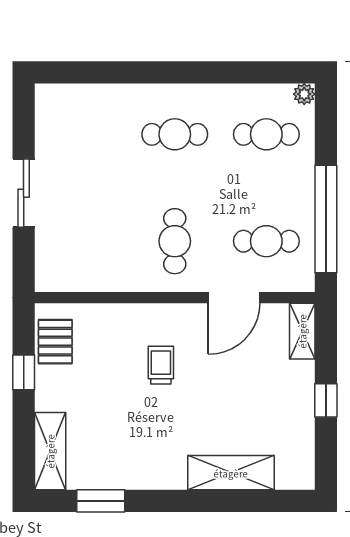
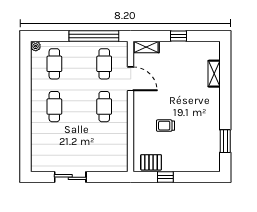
sliding door: (24, 193) -> (70, 177), moved
cafe table: (175, 241) -> (104, 107), turned 90
trolley: (161, 365) -> (165, 126), moved
shelving: (50, 451) -> (202, 165), removed
shelving: (231, 473) -> (214, 74), width x0.67, depth x0.75

